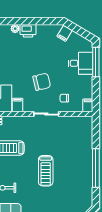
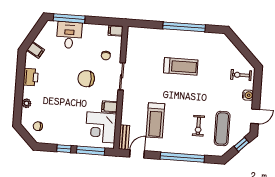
printer: (28, 31) -> (31, 77), moved
chair: (42, 82) -> (86, 79), turned -77
treadmill: (46, 171) -> (181, 66), moved

